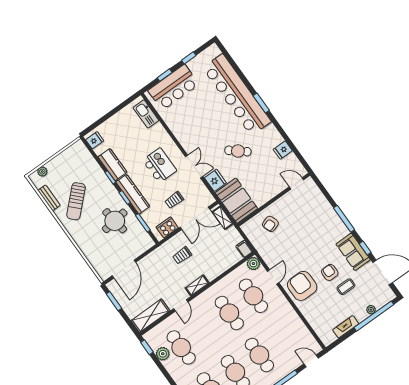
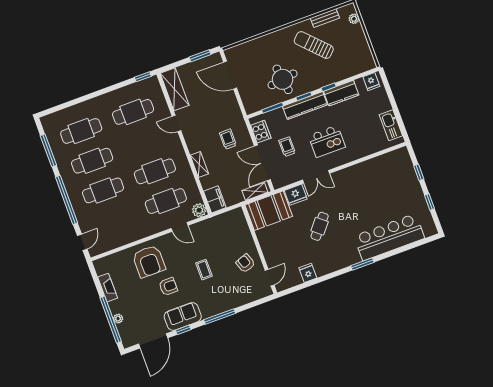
bar counter: (173, 87) -> (404, 178), removed
bar counter: (237, 95) -> (389, 237), width x0.73
kitchen sink: (146, 114) -> (391, 125), moved, turned -90
armchair: (270, 224) -> (245, 263), moved
filing cabinet: (244, 249) -> (215, 199), width x2.00
shelving: (197, 285) -> (199, 164), moved
armchair: (302, 286) -> (149, 261), moved, turned 90
coffee table: (346, 287) -> (204, 270), moved
plant: (163, 354) -> (132, 91), removed

